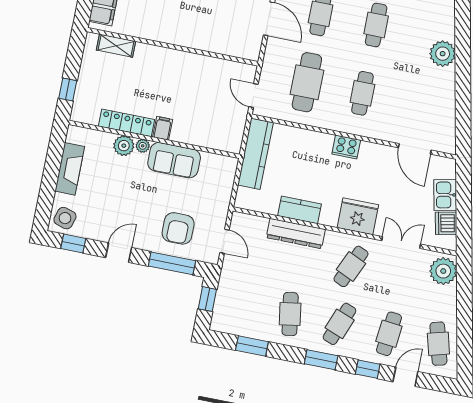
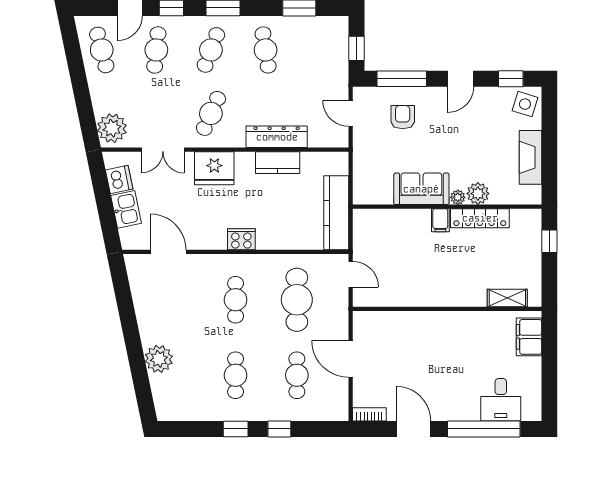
armchair: (178, 228) -> (403, 117), width x0.72, depth x0.72

